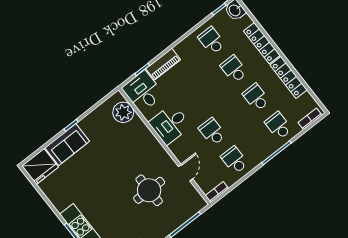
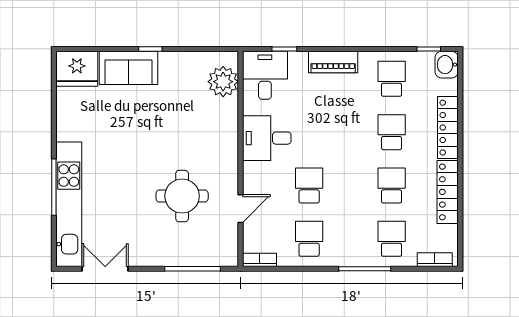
piano: (163, 64) -> (333, 62), moved

